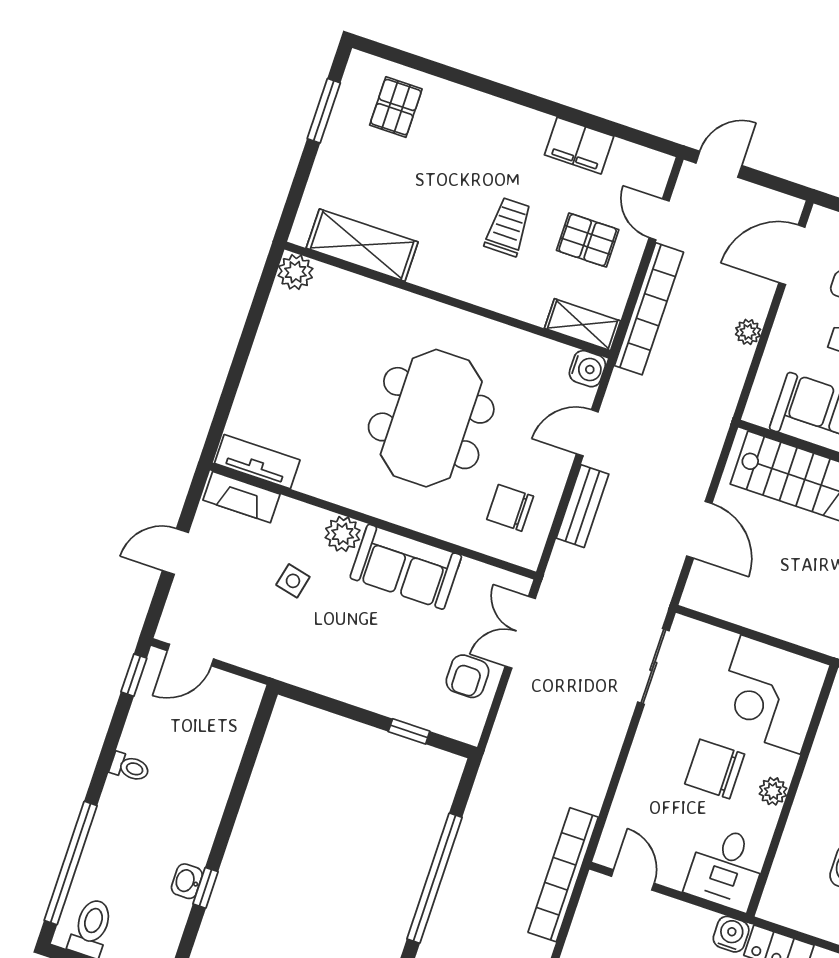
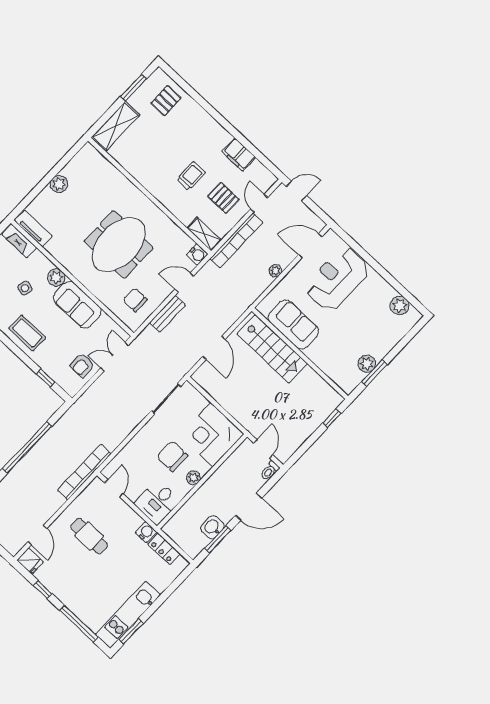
shelving: (362, 245) -> (115, 126), moved, turned 90
plant: (295, 272) -> (59, 184), moved
coffee table: (336, 663) -> (27, 333), added

